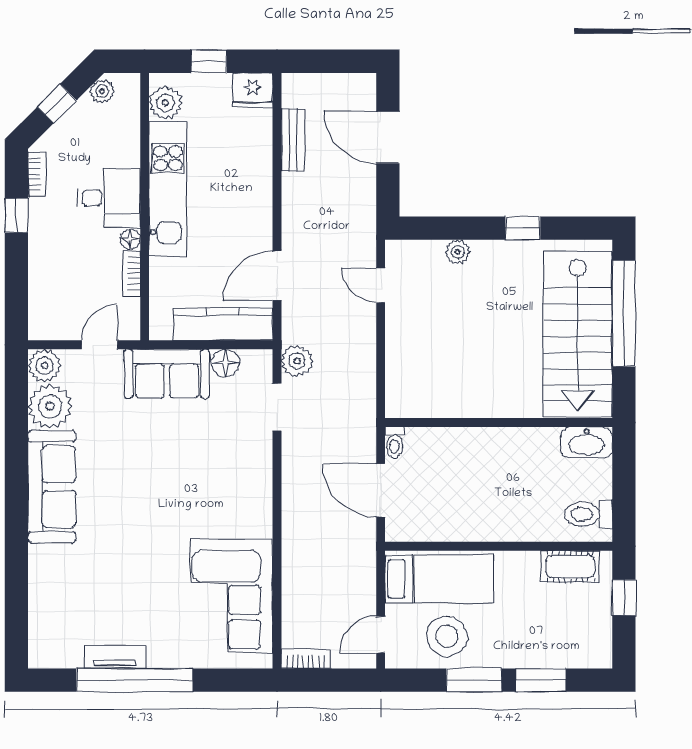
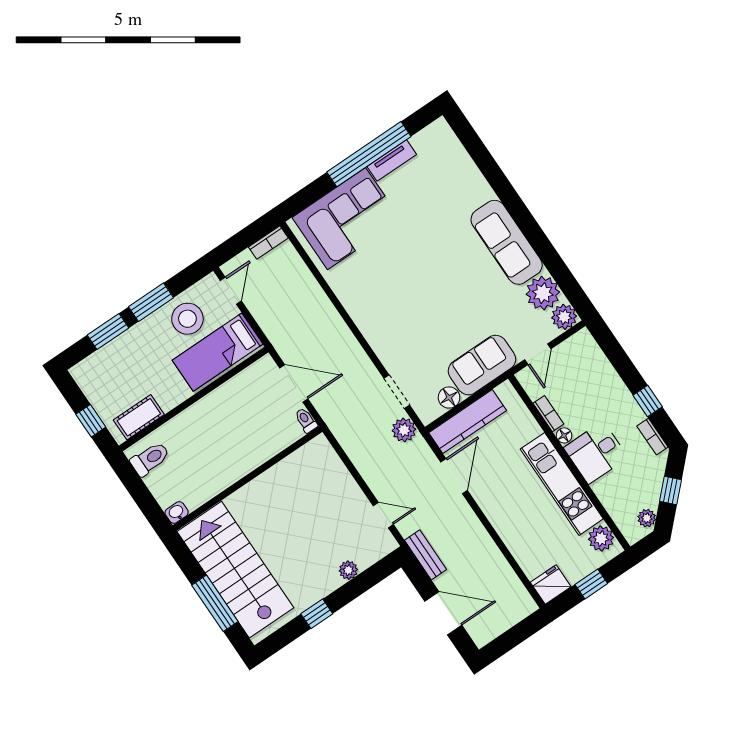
bench: (293, 140) -> (426, 555), moved
window: (624, 313) -> (215, 603), width x0.68
washbasin: (587, 443) -> (177, 512), width x0.52, depth x0.69
corner sofa: (232, 596) -> (346, 219), moved, turned 90

